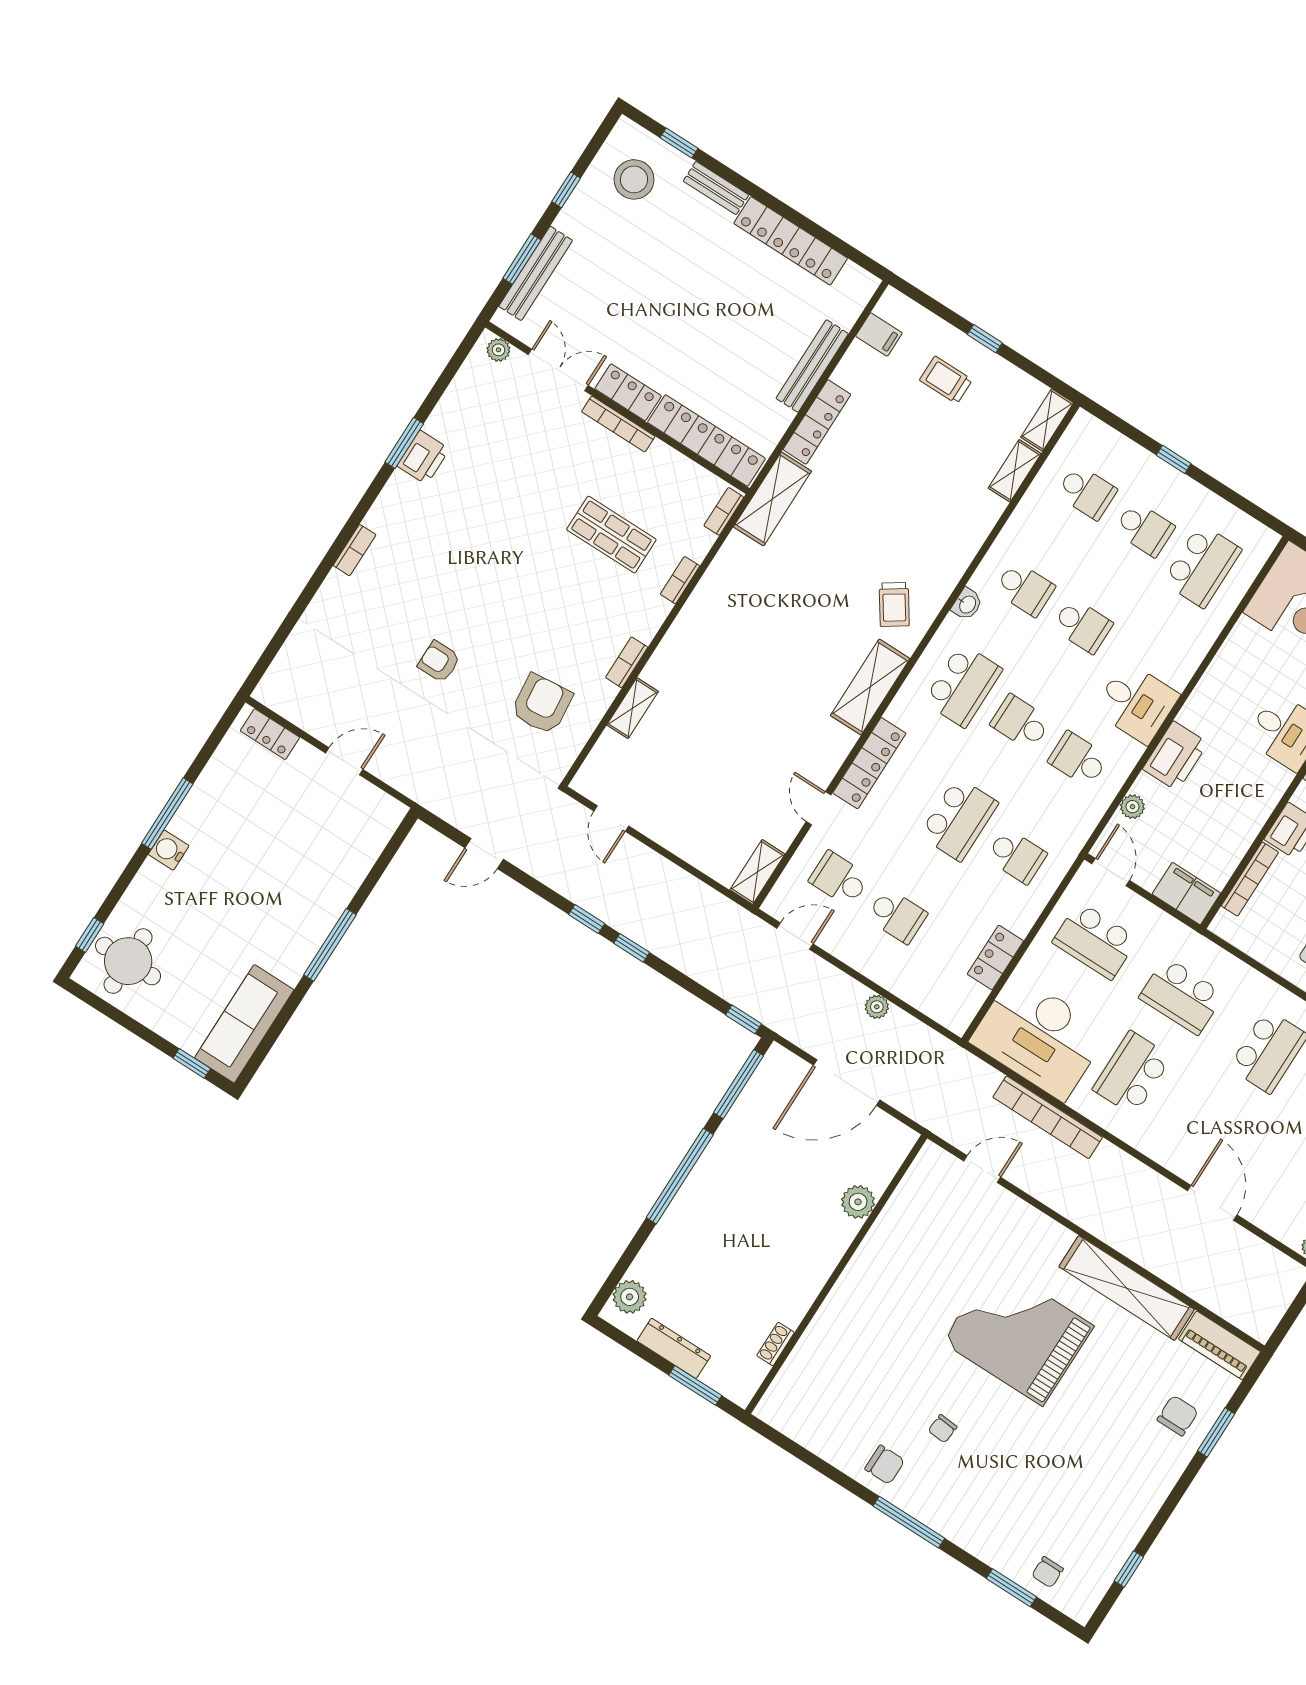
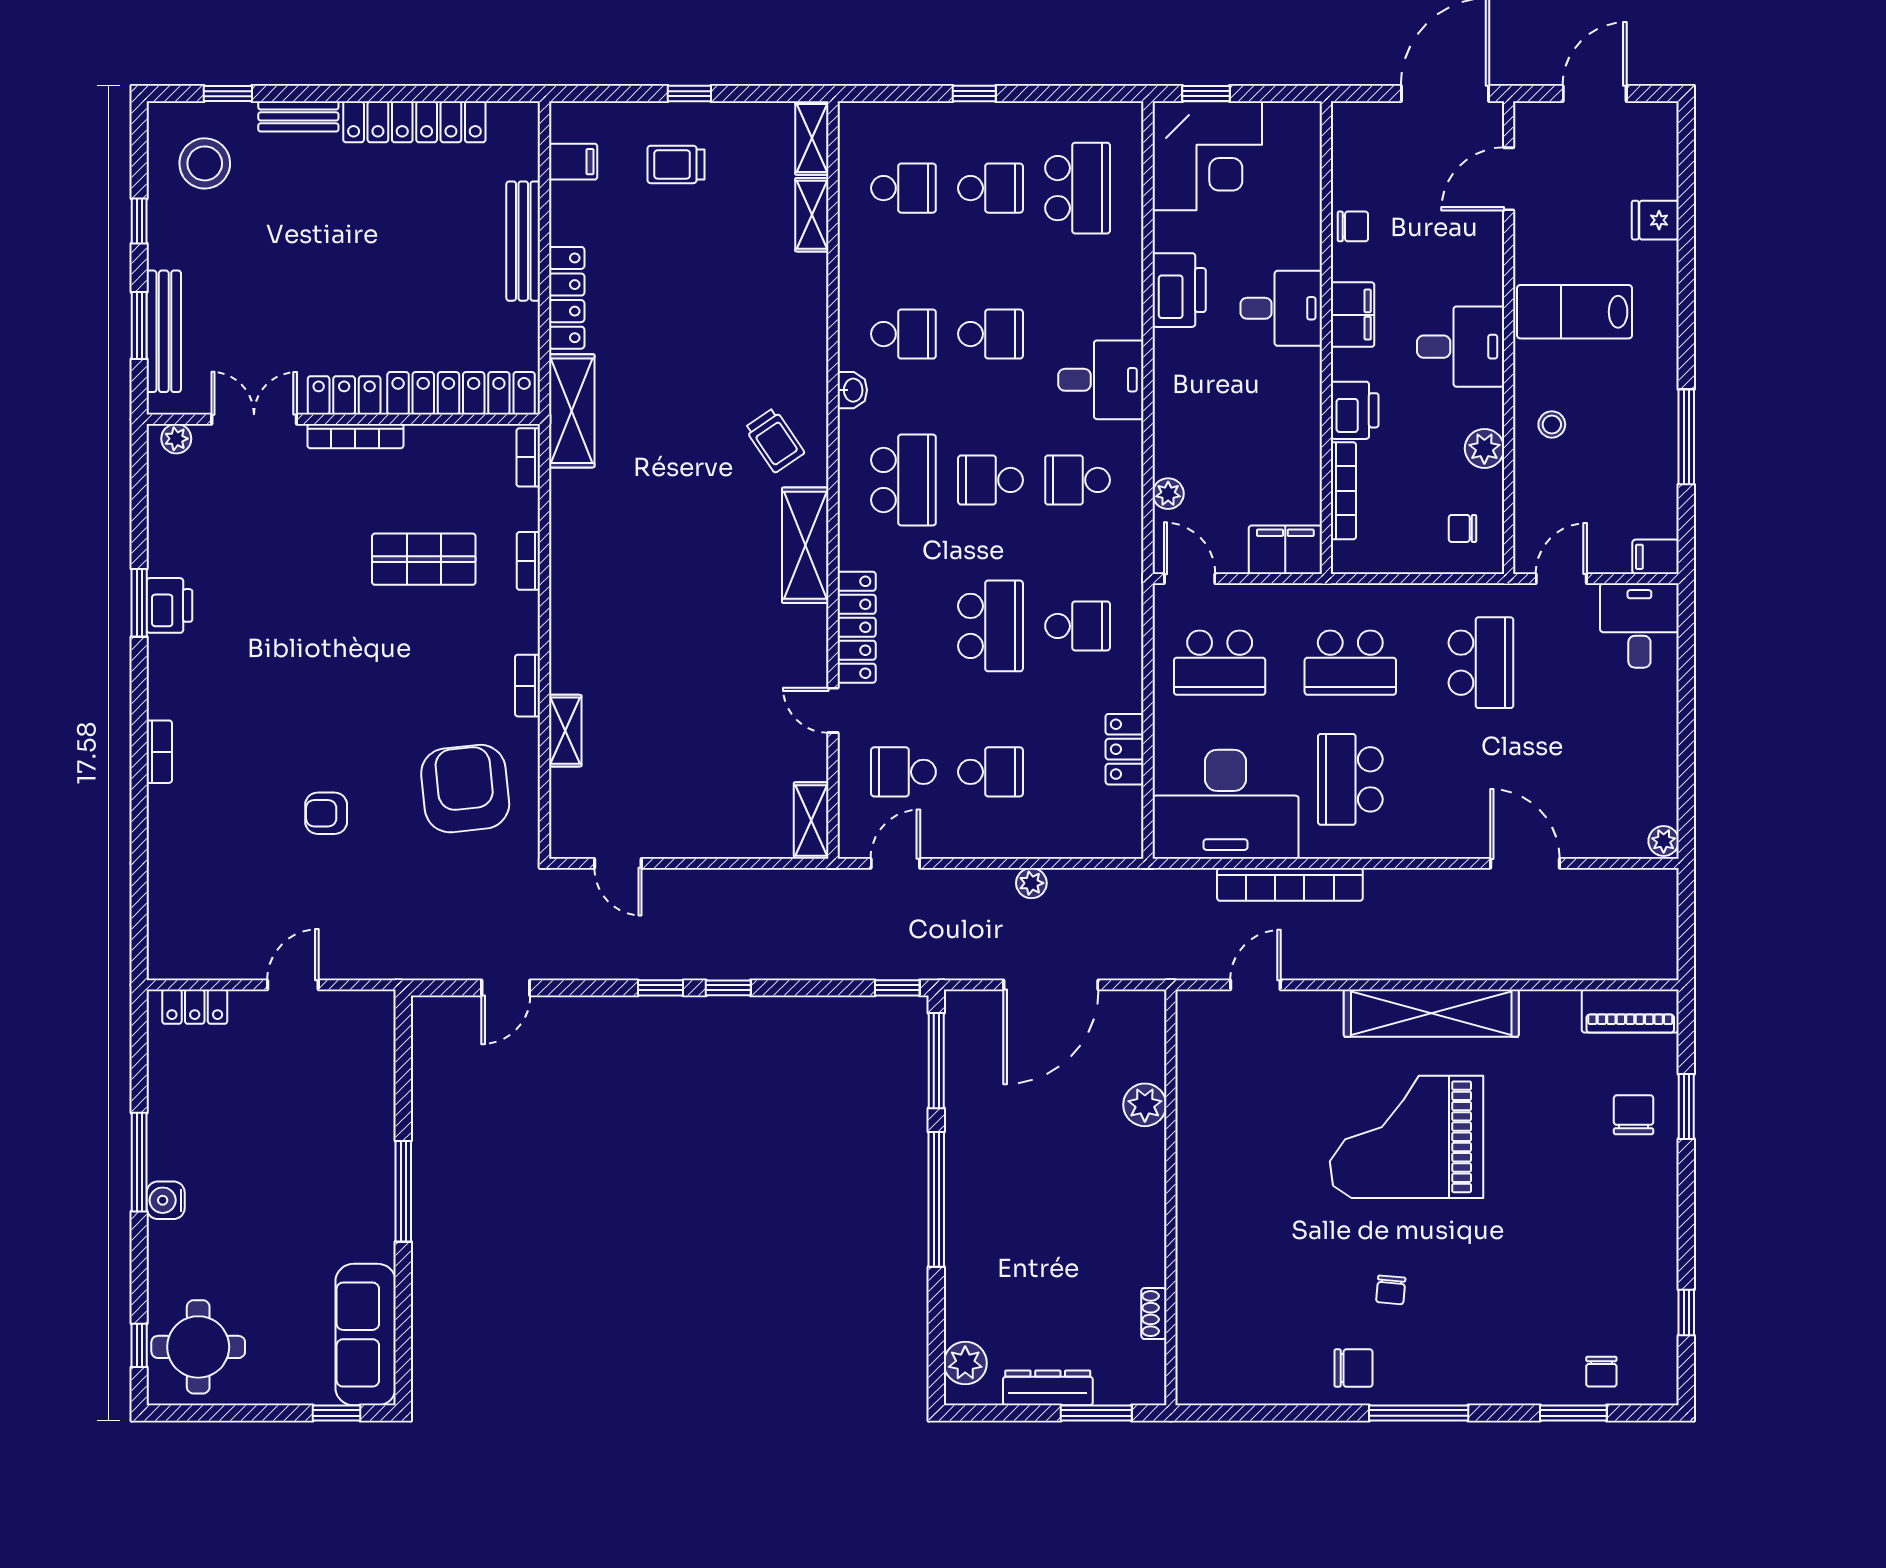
armchair: (542, 704) -> (465, 789), width x1.36, depth x1.36
printer: (1175, 756) -> (1179, 290), moved
shelving: (1127, 1288) -> (1431, 1013), moved

